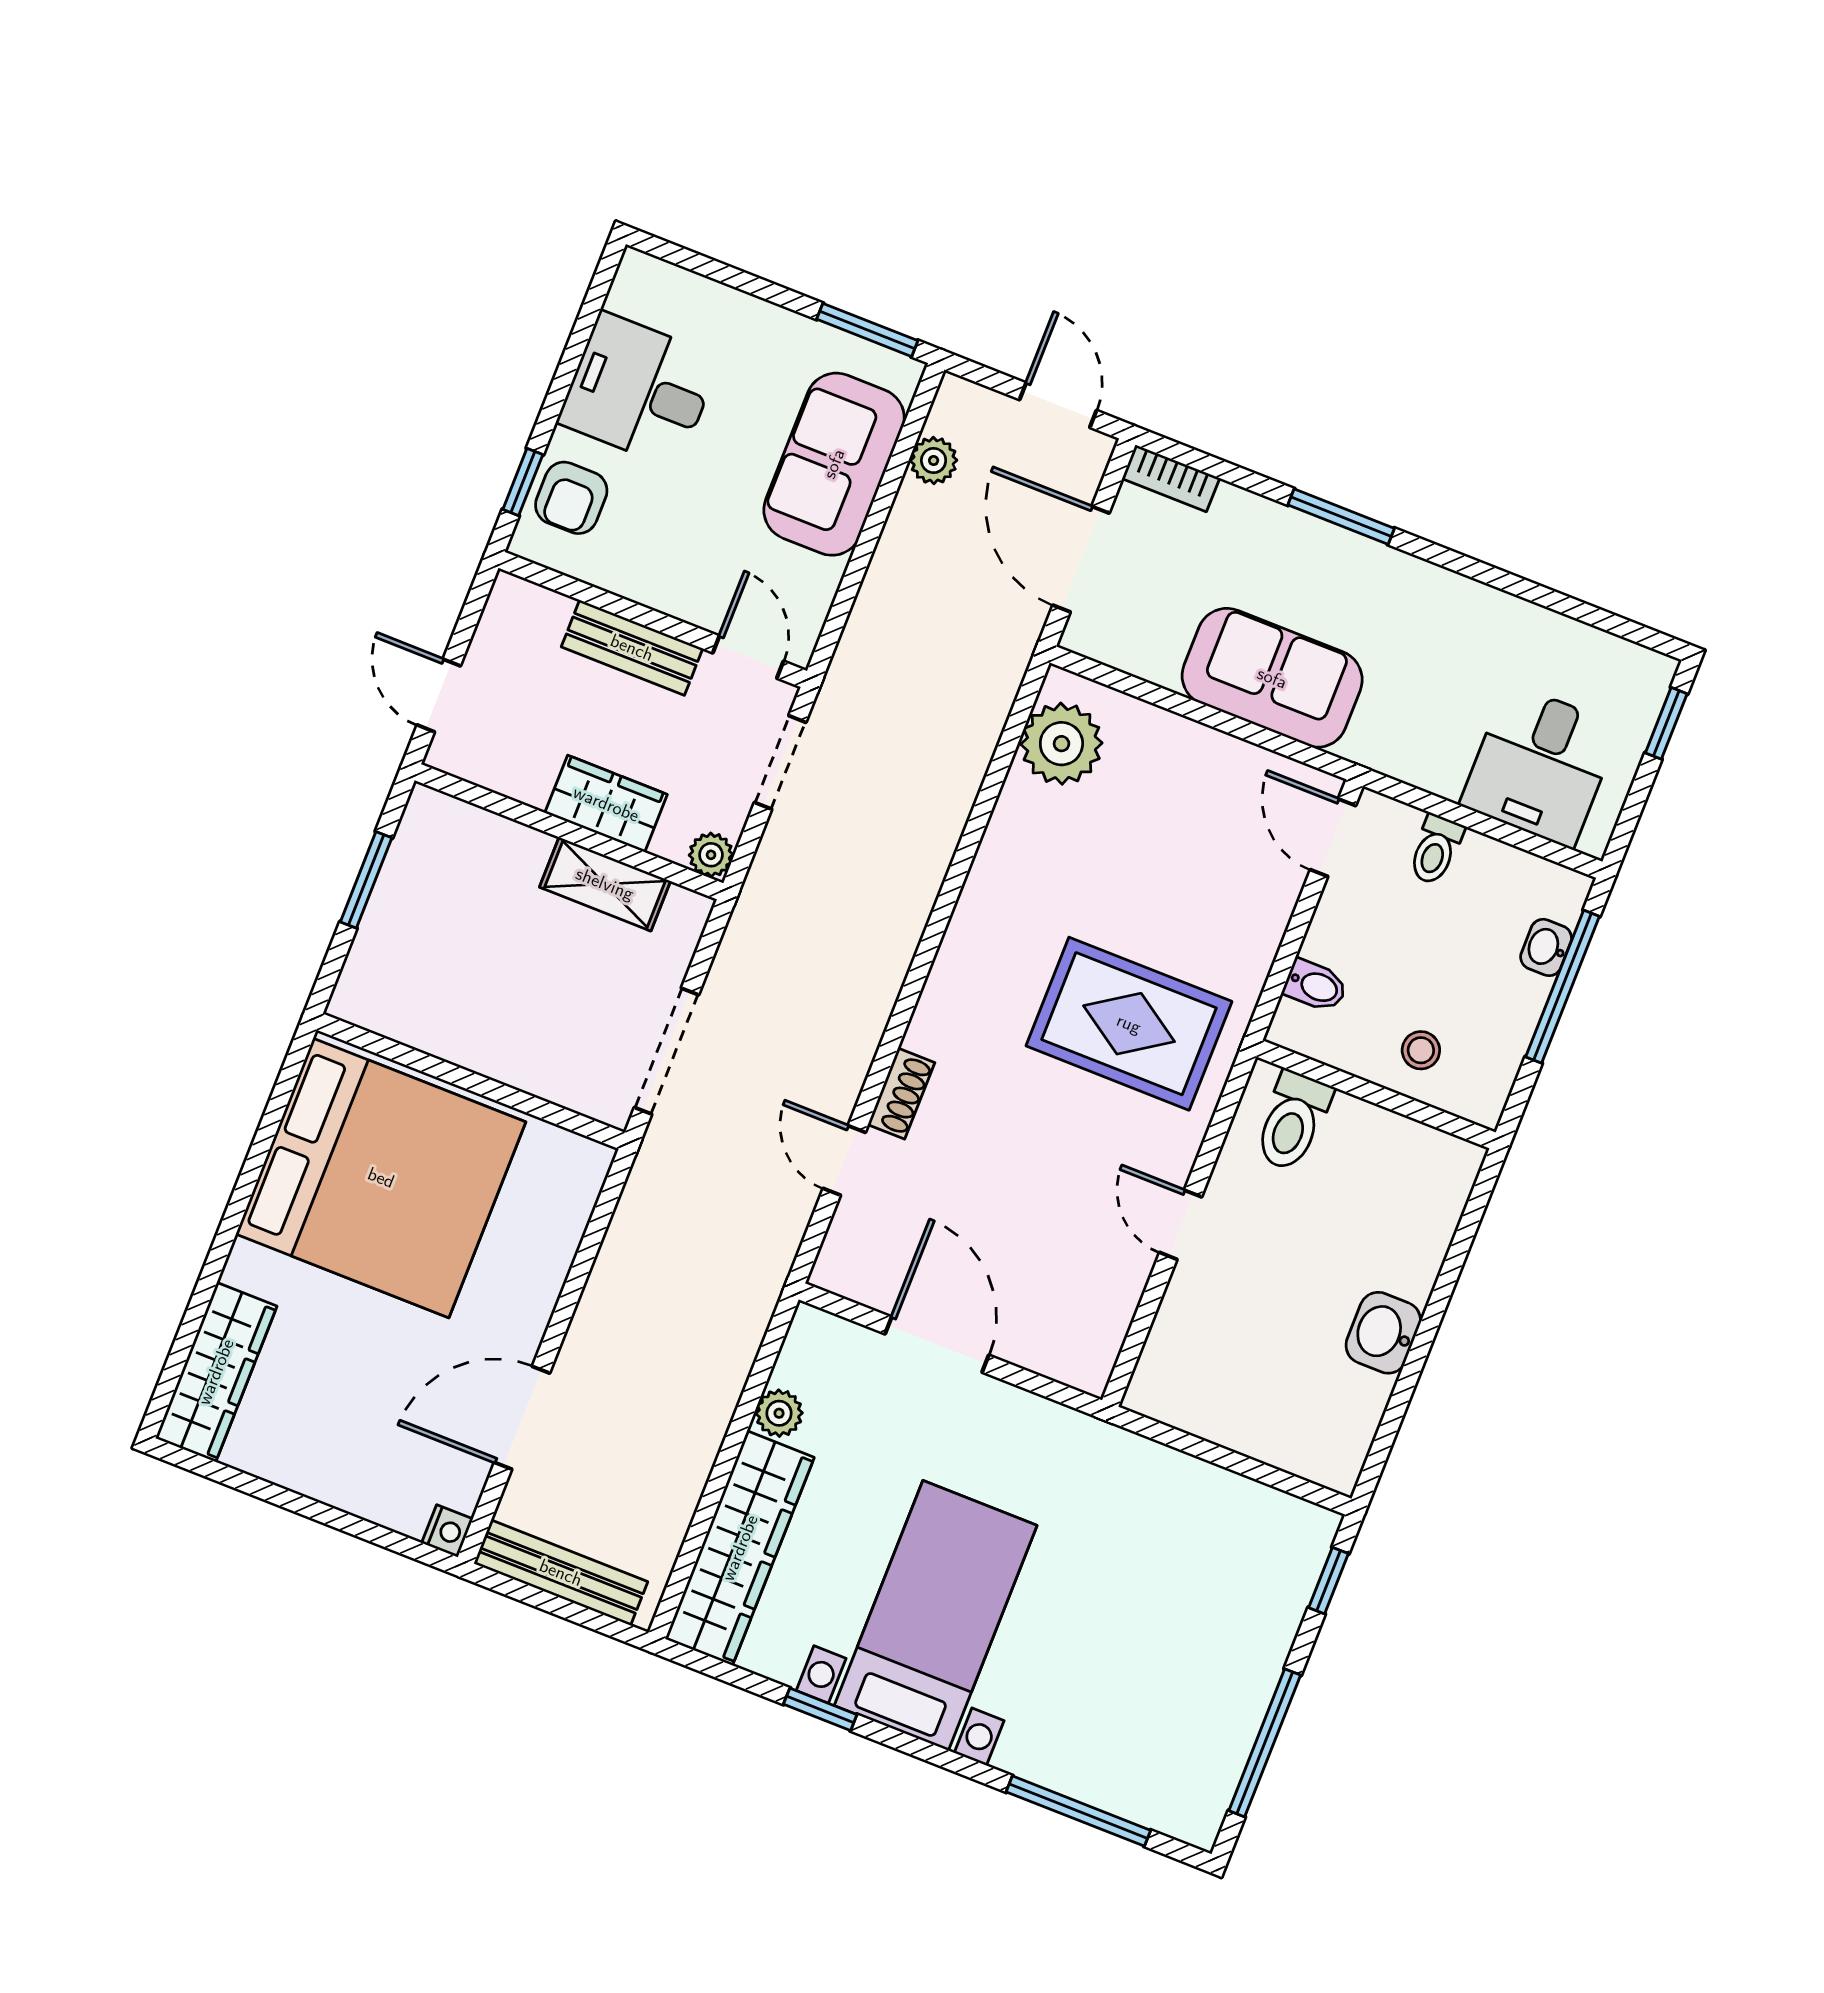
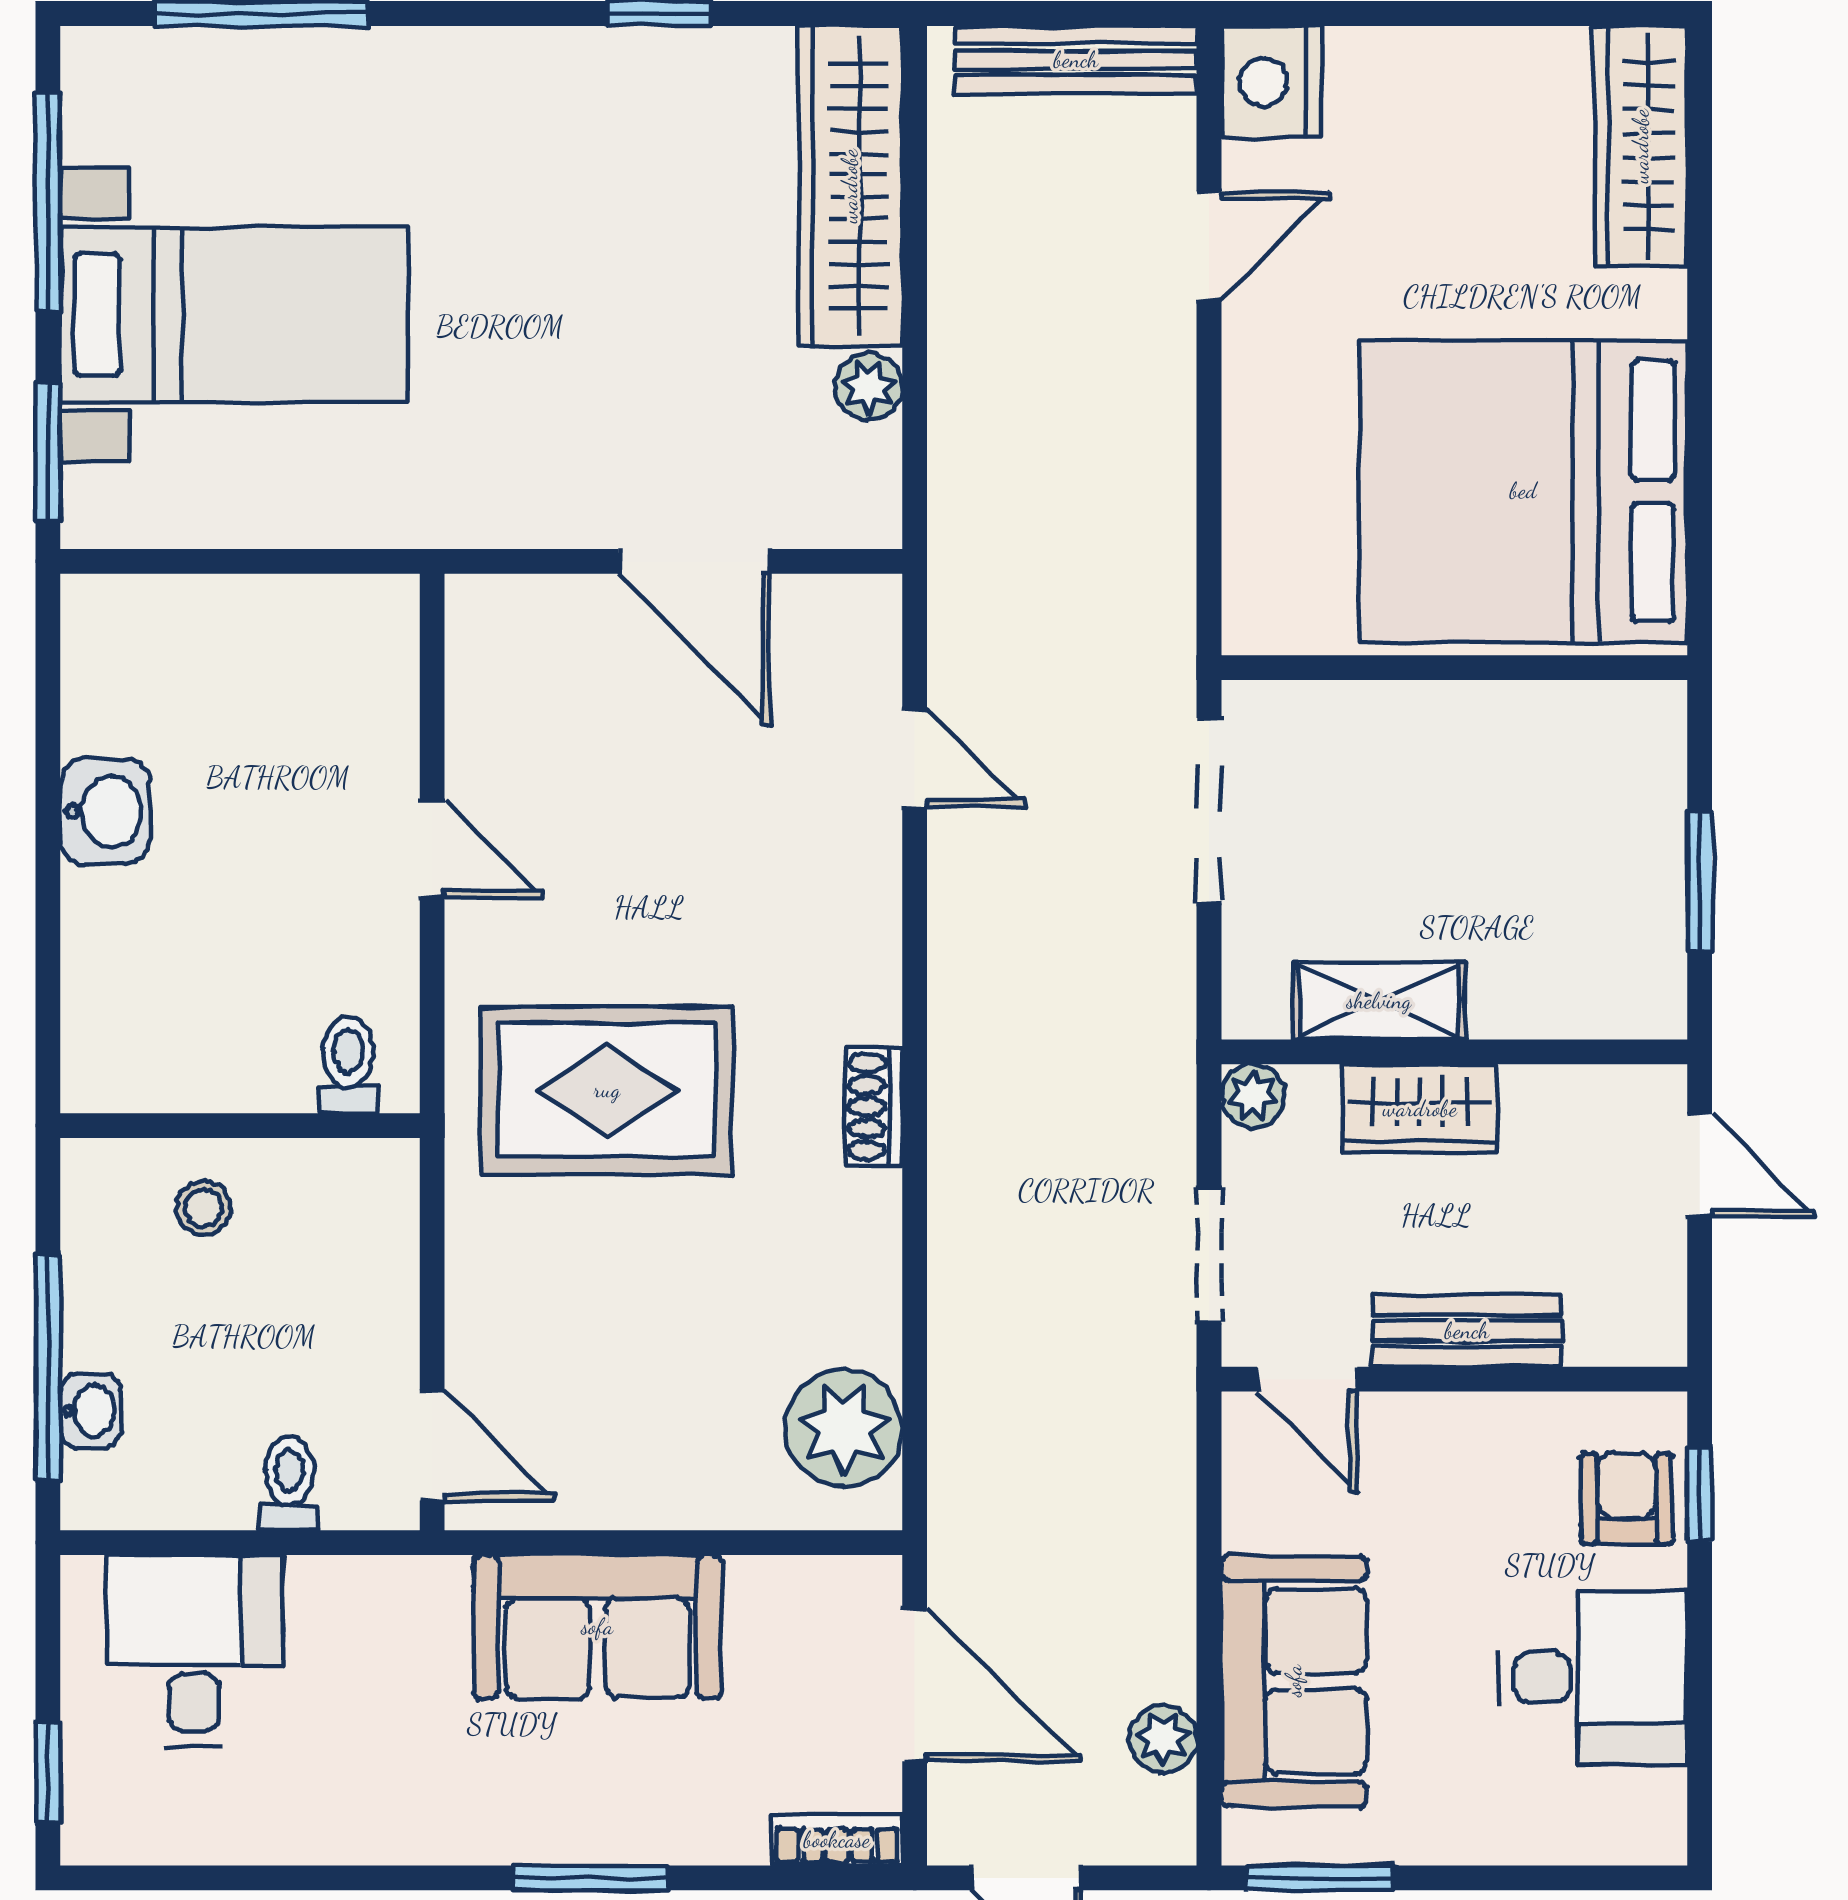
bidet: (1315, 986) -> (378, 1239), removed
shoe rack: (901, 1094) -> (874, 1107), moved
toilet: (1293, 1121) -> (348, 1065), width x0.73, depth x0.72
door: (522, 1418) -> (1209, 246), width x0.73
nightstand: (447, 1531) -> (1272, 82), width x1.89, depth x1.79
window: (1329, 1581) -> (48, 452), width x1.50
bed with nightstands: (936, 1615) -> (234, 315), moved, turned -90

